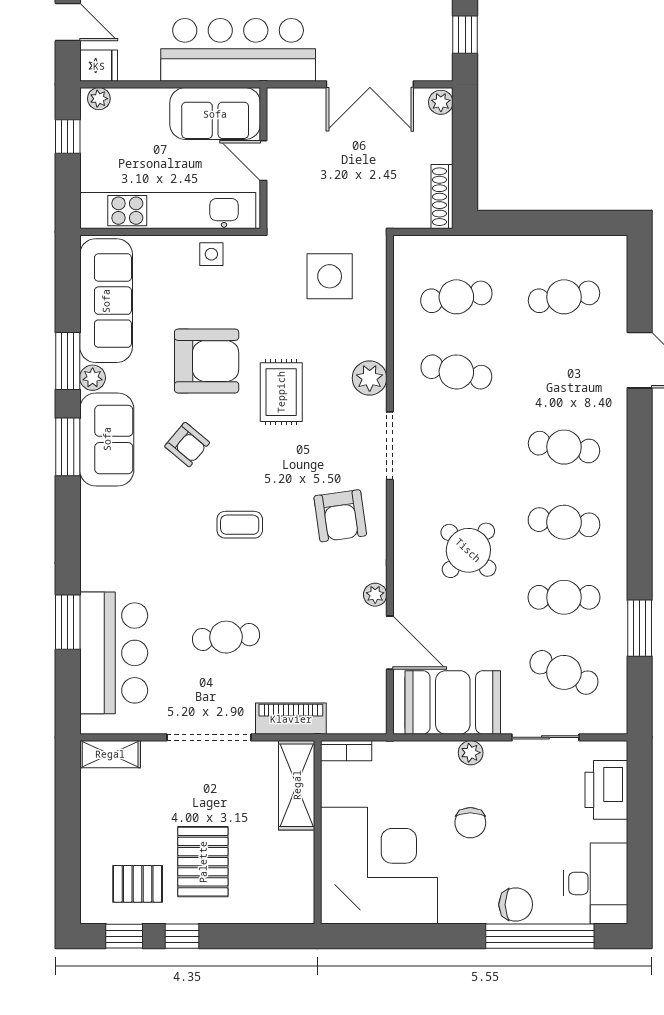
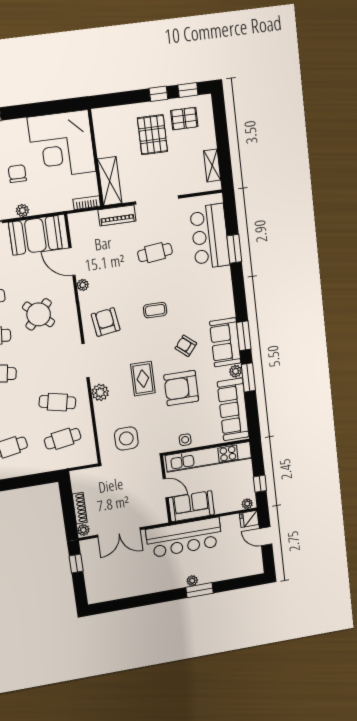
double door: (370, 84) -> (119, 532), swing flipped
shoe rack: (442, 197) -> (80, 508), moved
shelving: (110, 754) -> (212, 165), moved, turned 90

